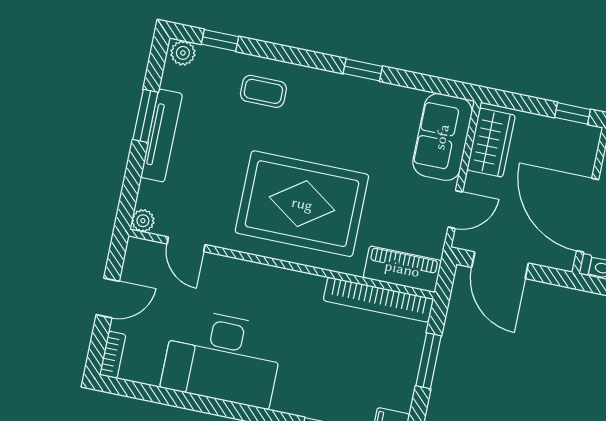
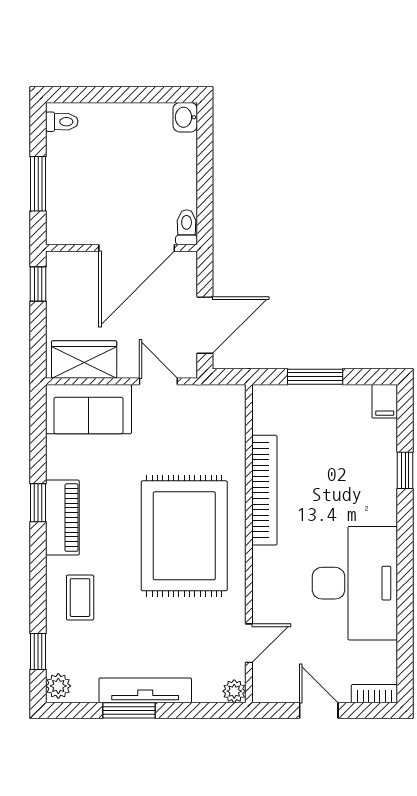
piano: (402, 269) -> (62, 518), moved, turned 180
bookcase: (378, 300) -> (264, 490), moved

